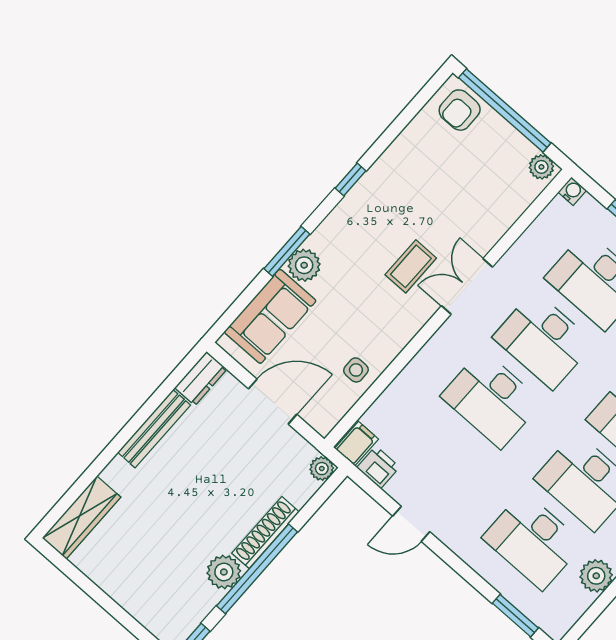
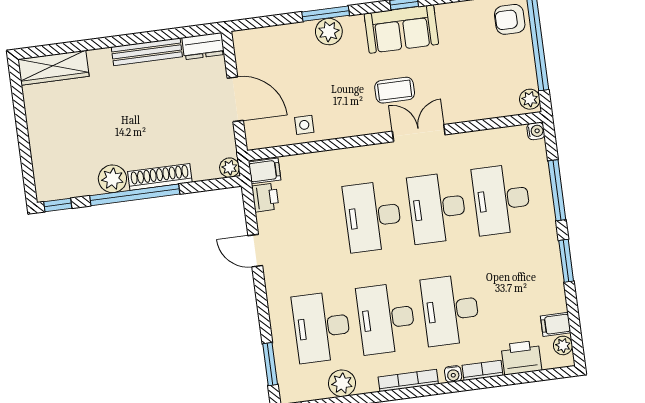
sofa: (270, 316) -> (401, 29), moved

